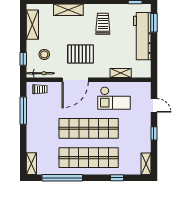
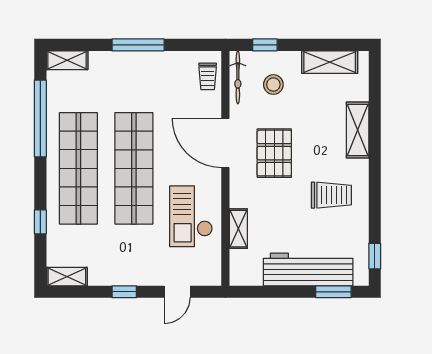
window: (23, 111) -> (138, 45), moved

